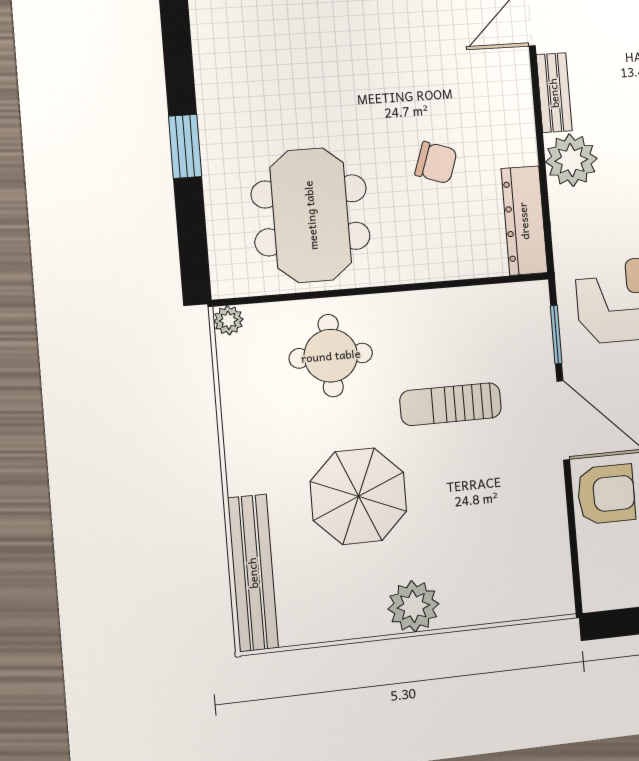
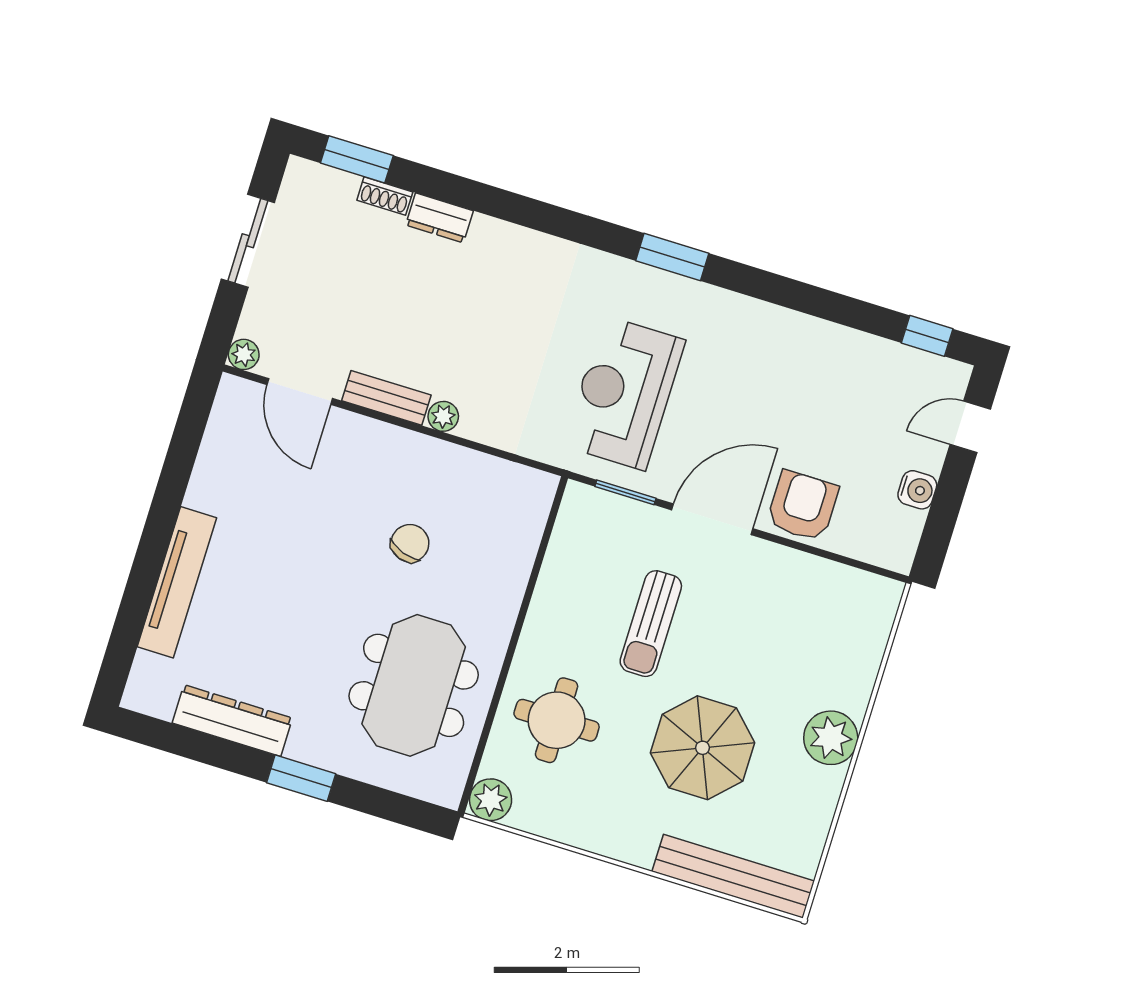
plant: (571, 160) -> (443, 416), width x0.53, depth x0.53
meeting table: (311, 215) -> (414, 685), turned 90
dresser: (524, 221) -> (232, 721), moved, turned 180
plant: (228, 320) -> (491, 800), width x1.38, depth x1.38

